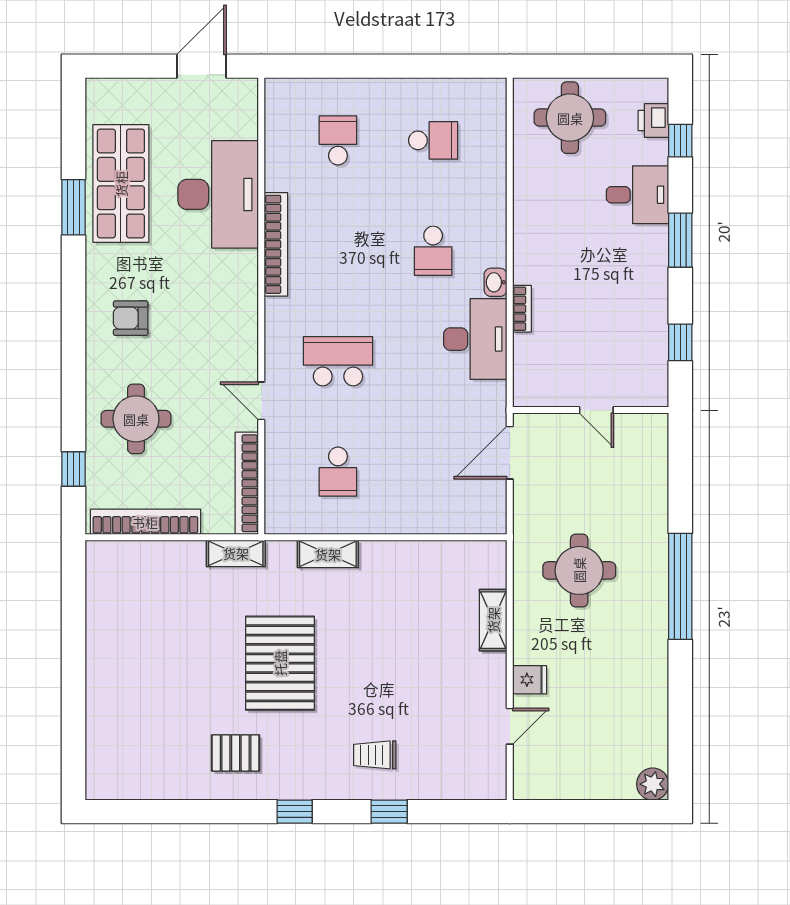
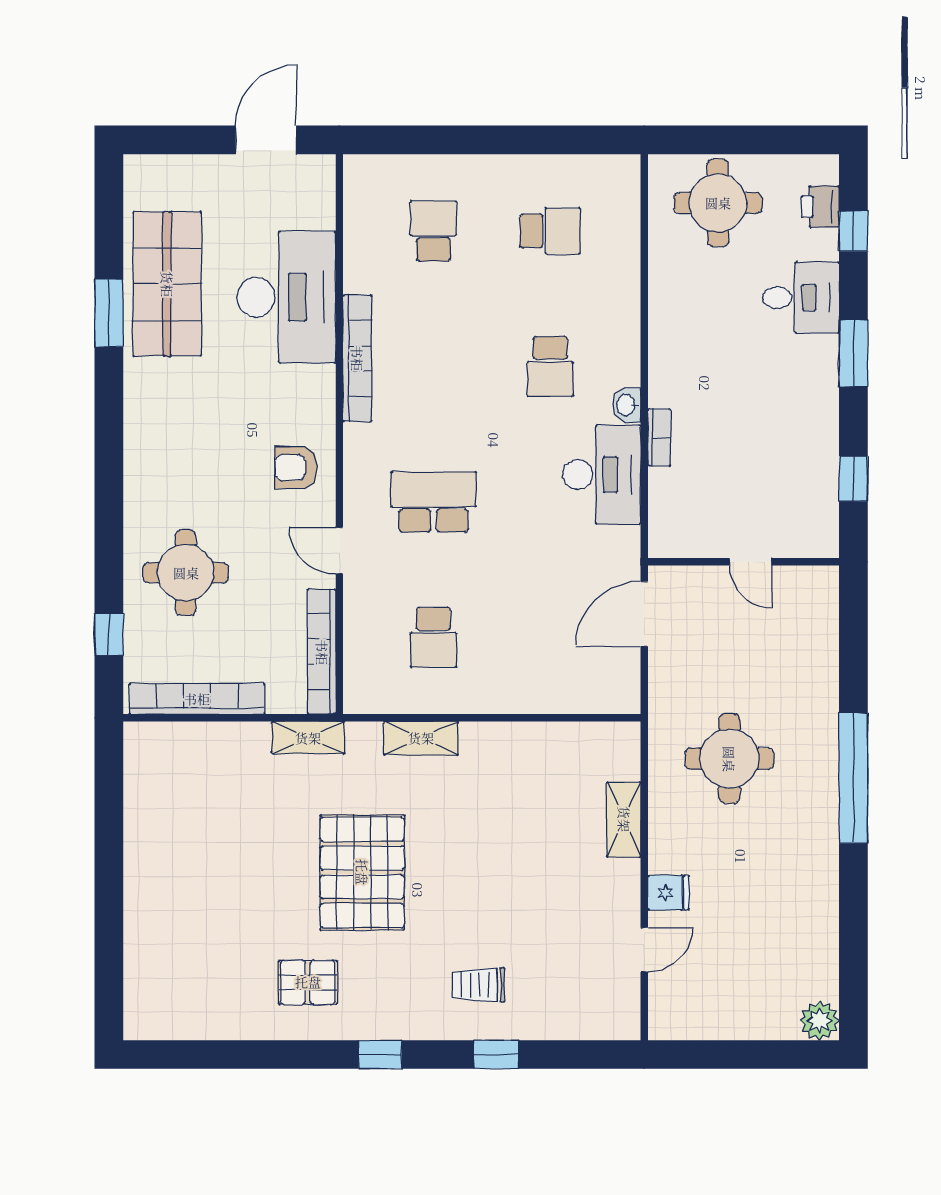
armchair: (131, 318) -> (296, 468), moved

